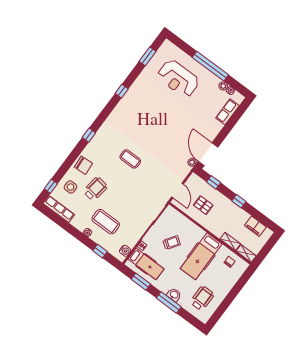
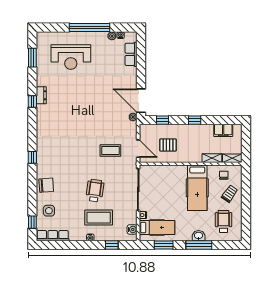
dresser: (132, 91) -> (41, 95), added
coffee table: (130, 159) -> (110, 151), moved
wheelchair: (95, 189) -> (95, 191), moved
trolley: (172, 243) -> (229, 194), moved

